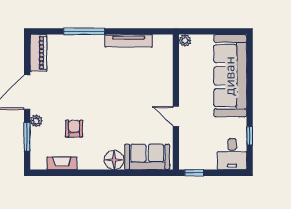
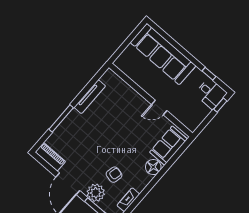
plant: (185, 40) -> (119, 63), removed
plant: (36, 121) -> (96, 193), width x1.87, depth x1.87
armchair: (74, 129) -> (114, 175), turned 103
window: (194, 173) -> (220, 105), moved

